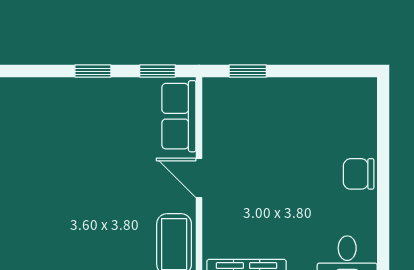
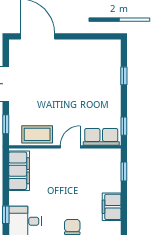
window: (93, 71) -> (124, 76), moved
filing cabinet: (318, 96) -> (112, 207), added

